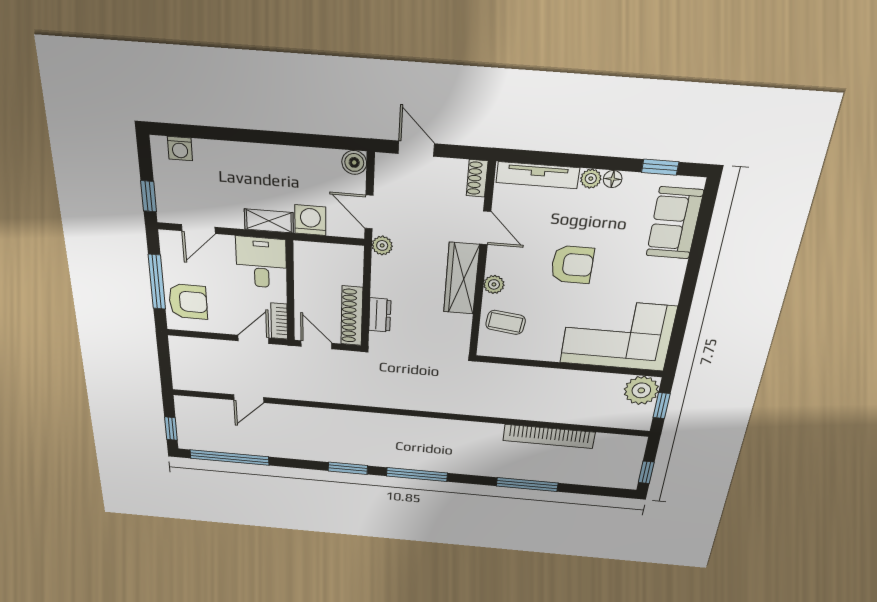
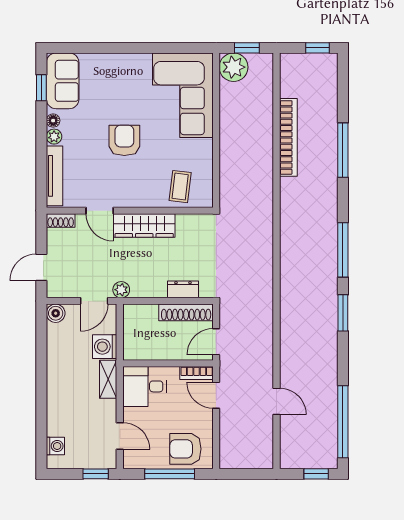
sofa: (675, 223) -> (63, 81), moved, turned -90
door: (485, 228) -> (100, 211), swing flipped
plant: (494, 284) -> (147, 199), removed
armchair: (188, 302) -> (185, 449), turned -90

